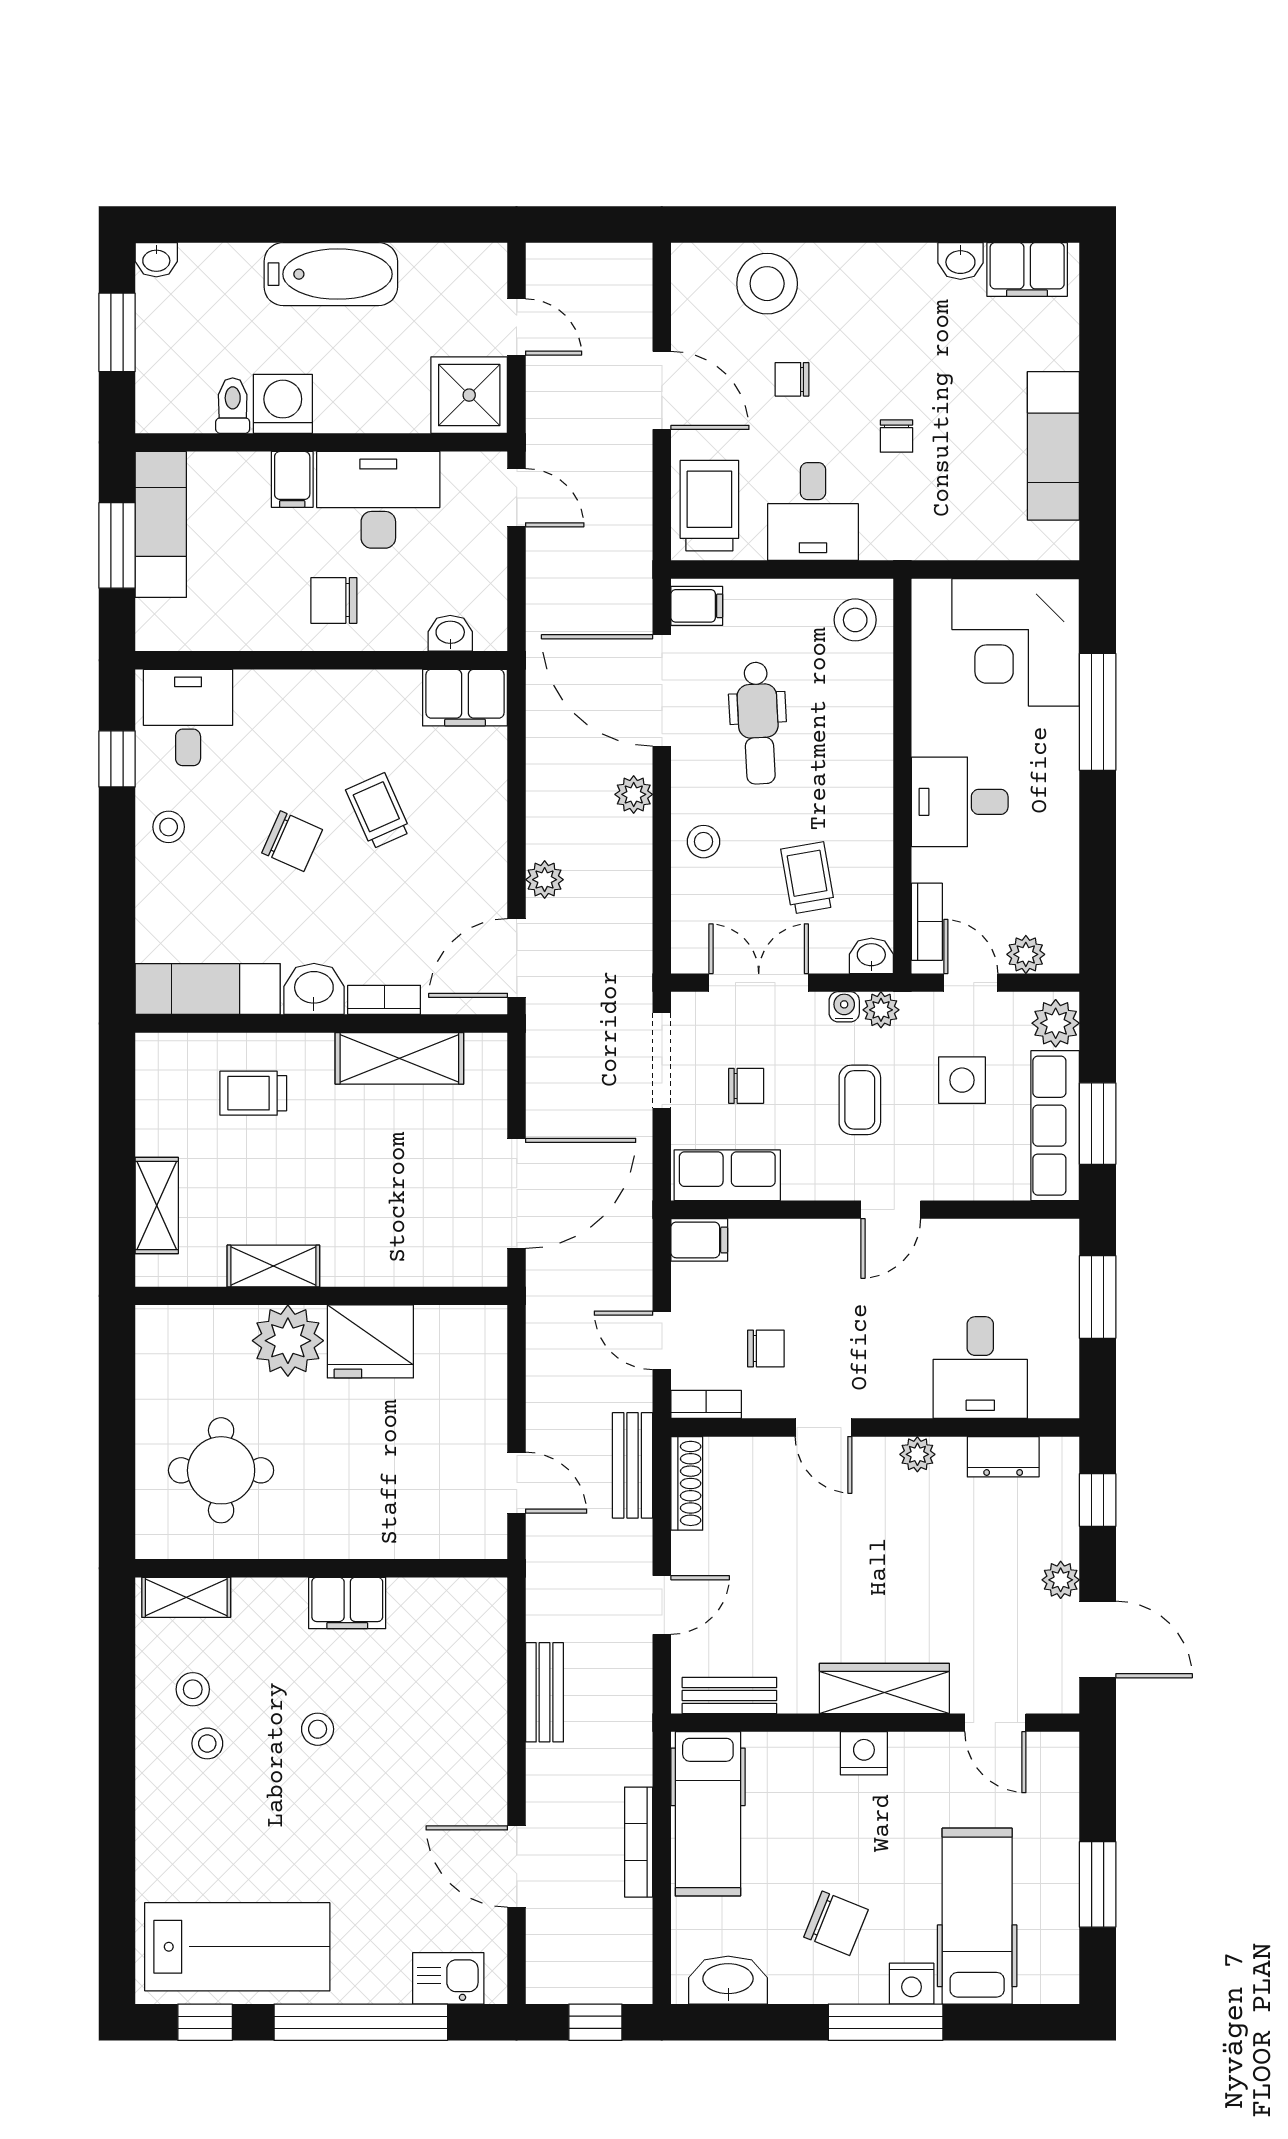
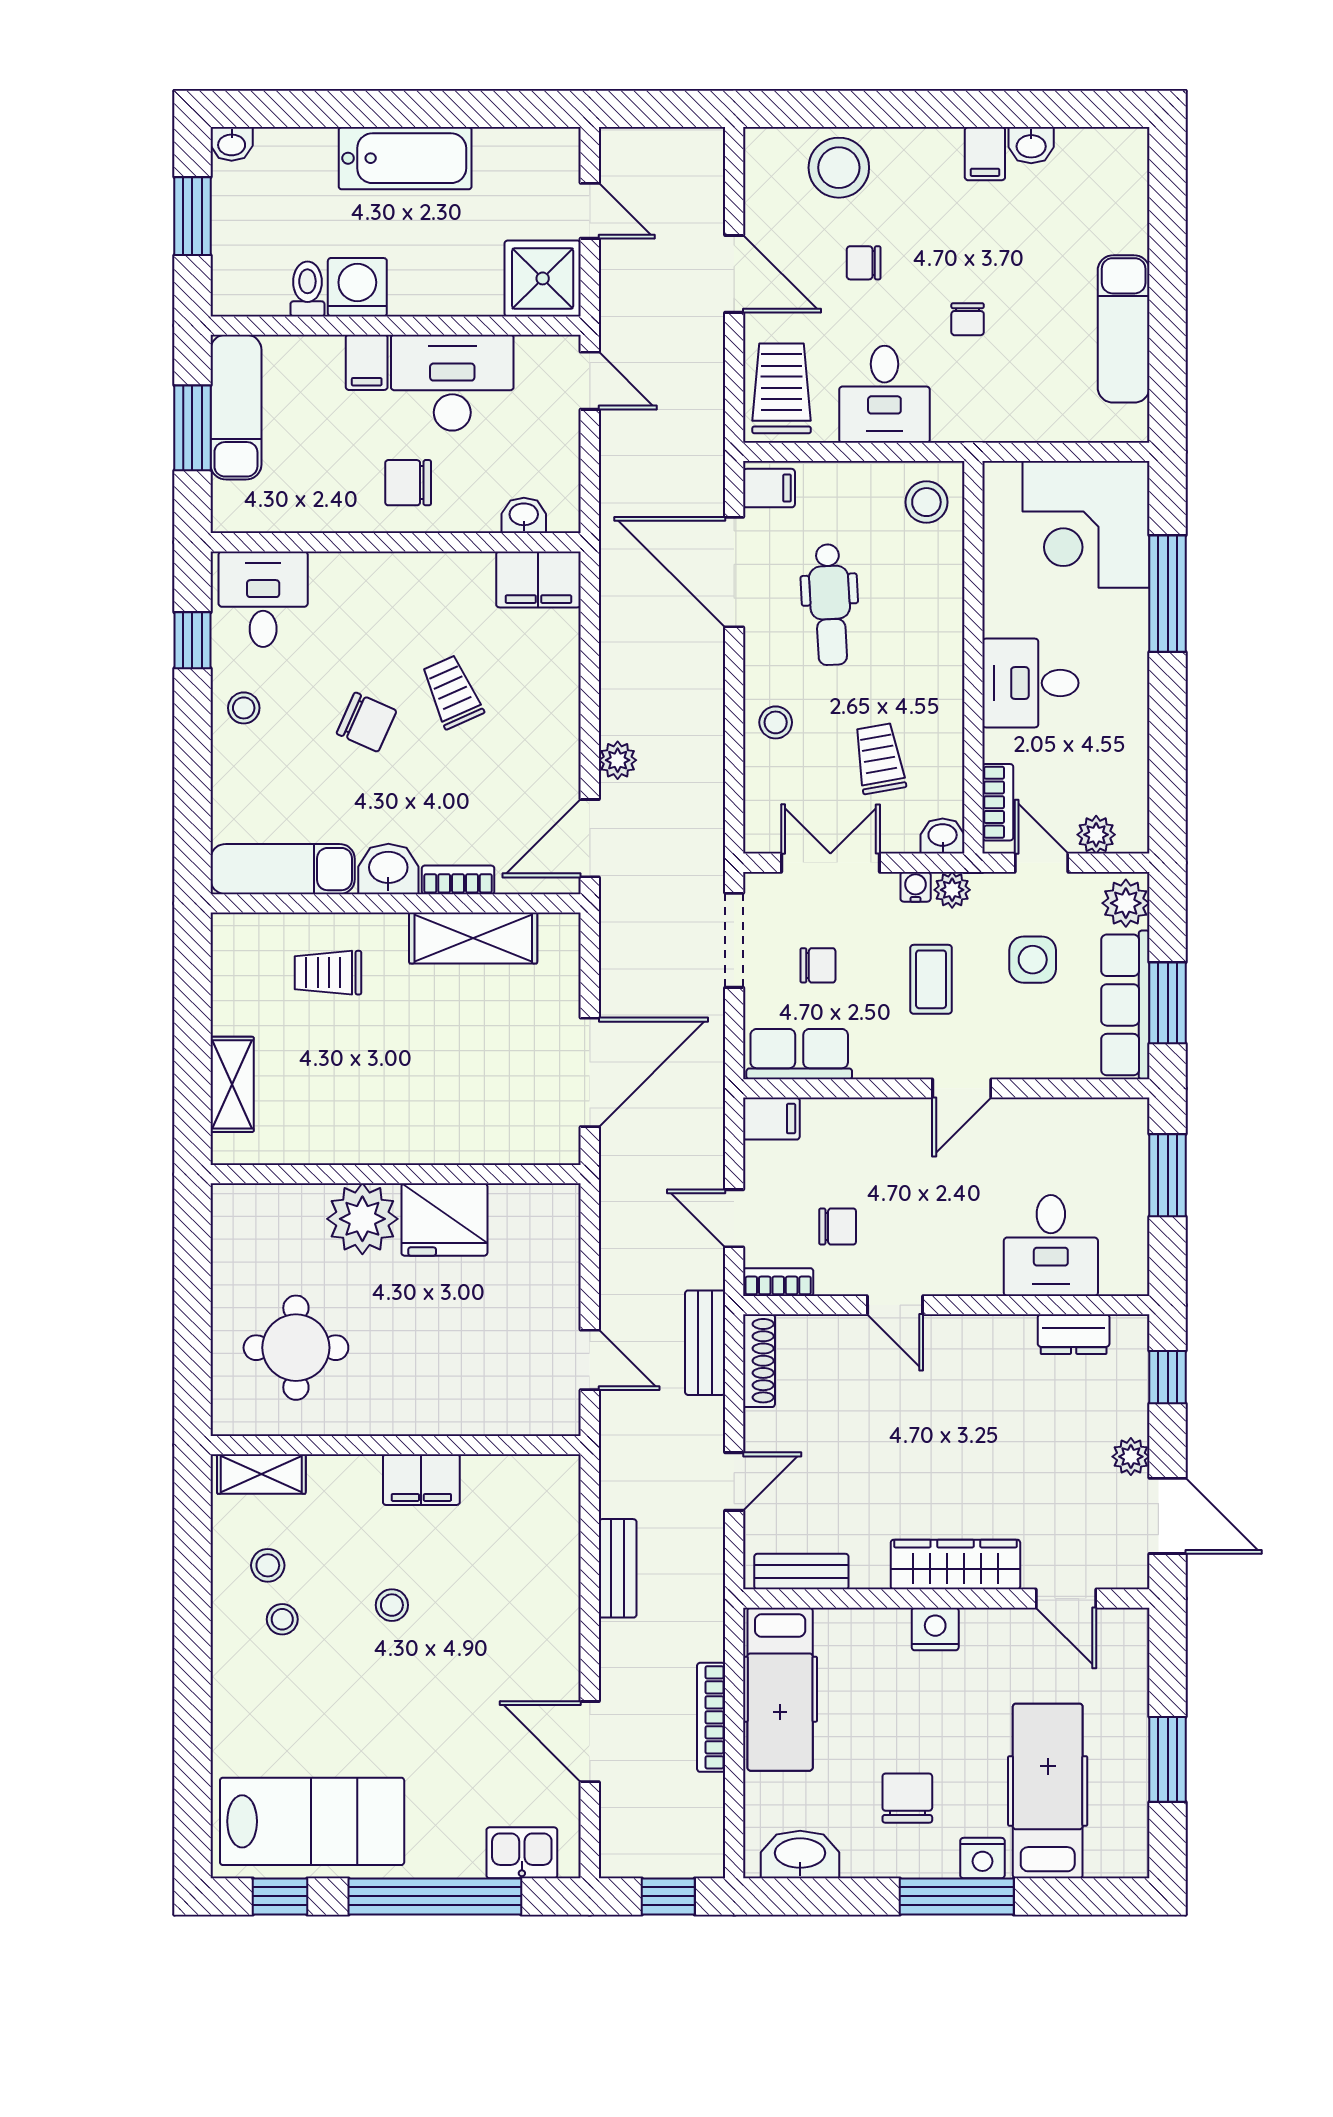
filing cabinet: (1027, 269) -> (985, 154), moved, width x0.50
plant: (634, 794) -> (706, 676), removed
shelving: (273, 1266) -> (348, 1144), removed
plant: (917, 1454) -> (988, 1332), removed
chair: (836, 1923) -> (907, 1798), turned -112

